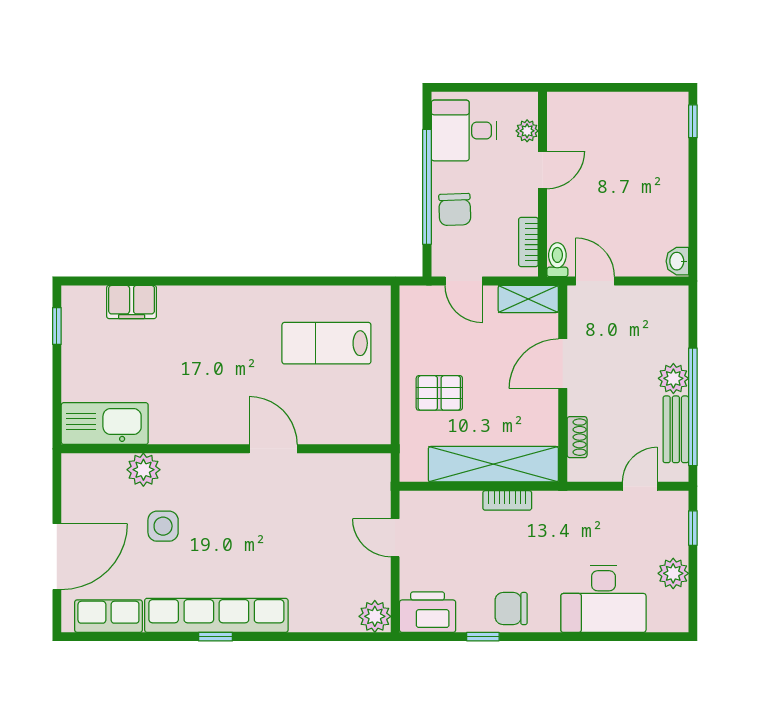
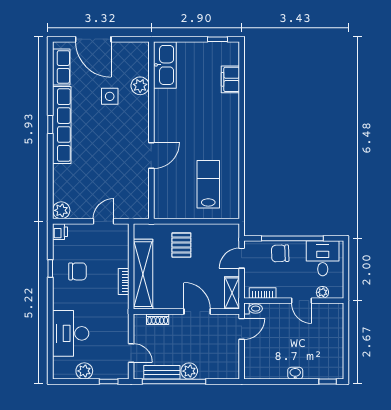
washbasin: (677, 261) -> (295, 373), moved
chair: (511, 609) -> (78, 271), moved, turned 90
printer: (428, 612) -> (60, 232), width x0.53, depth x0.68

